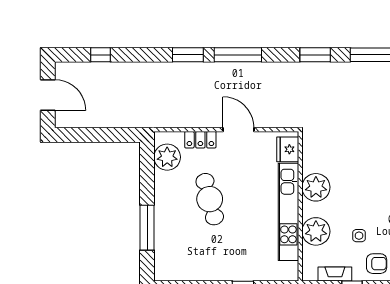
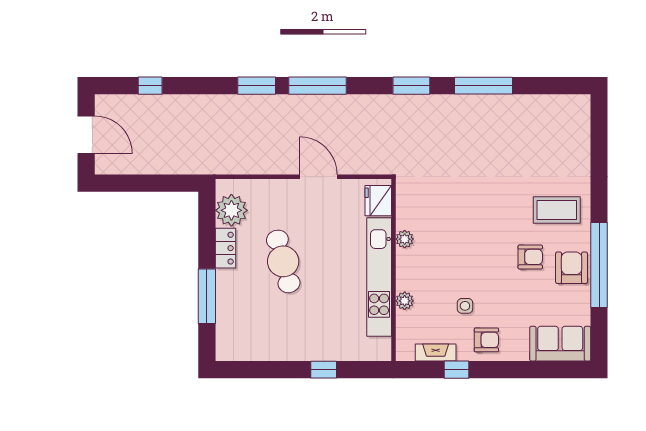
locker: (200, 140) -> (226, 248), moved, turned -90
plant: (316, 187) -> (405, 239), width x0.53, depth x0.53
plant: (316, 231) -> (405, 301), width x0.53, depth x0.53

